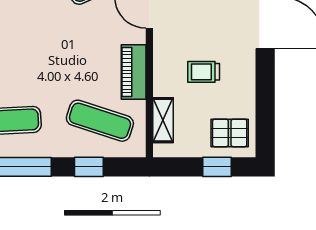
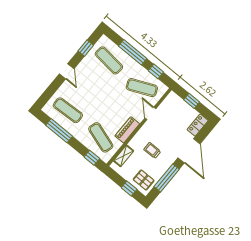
window: (265, 98) -> (167, 178), added
window: (89, 167) -> (92, 158), moved

